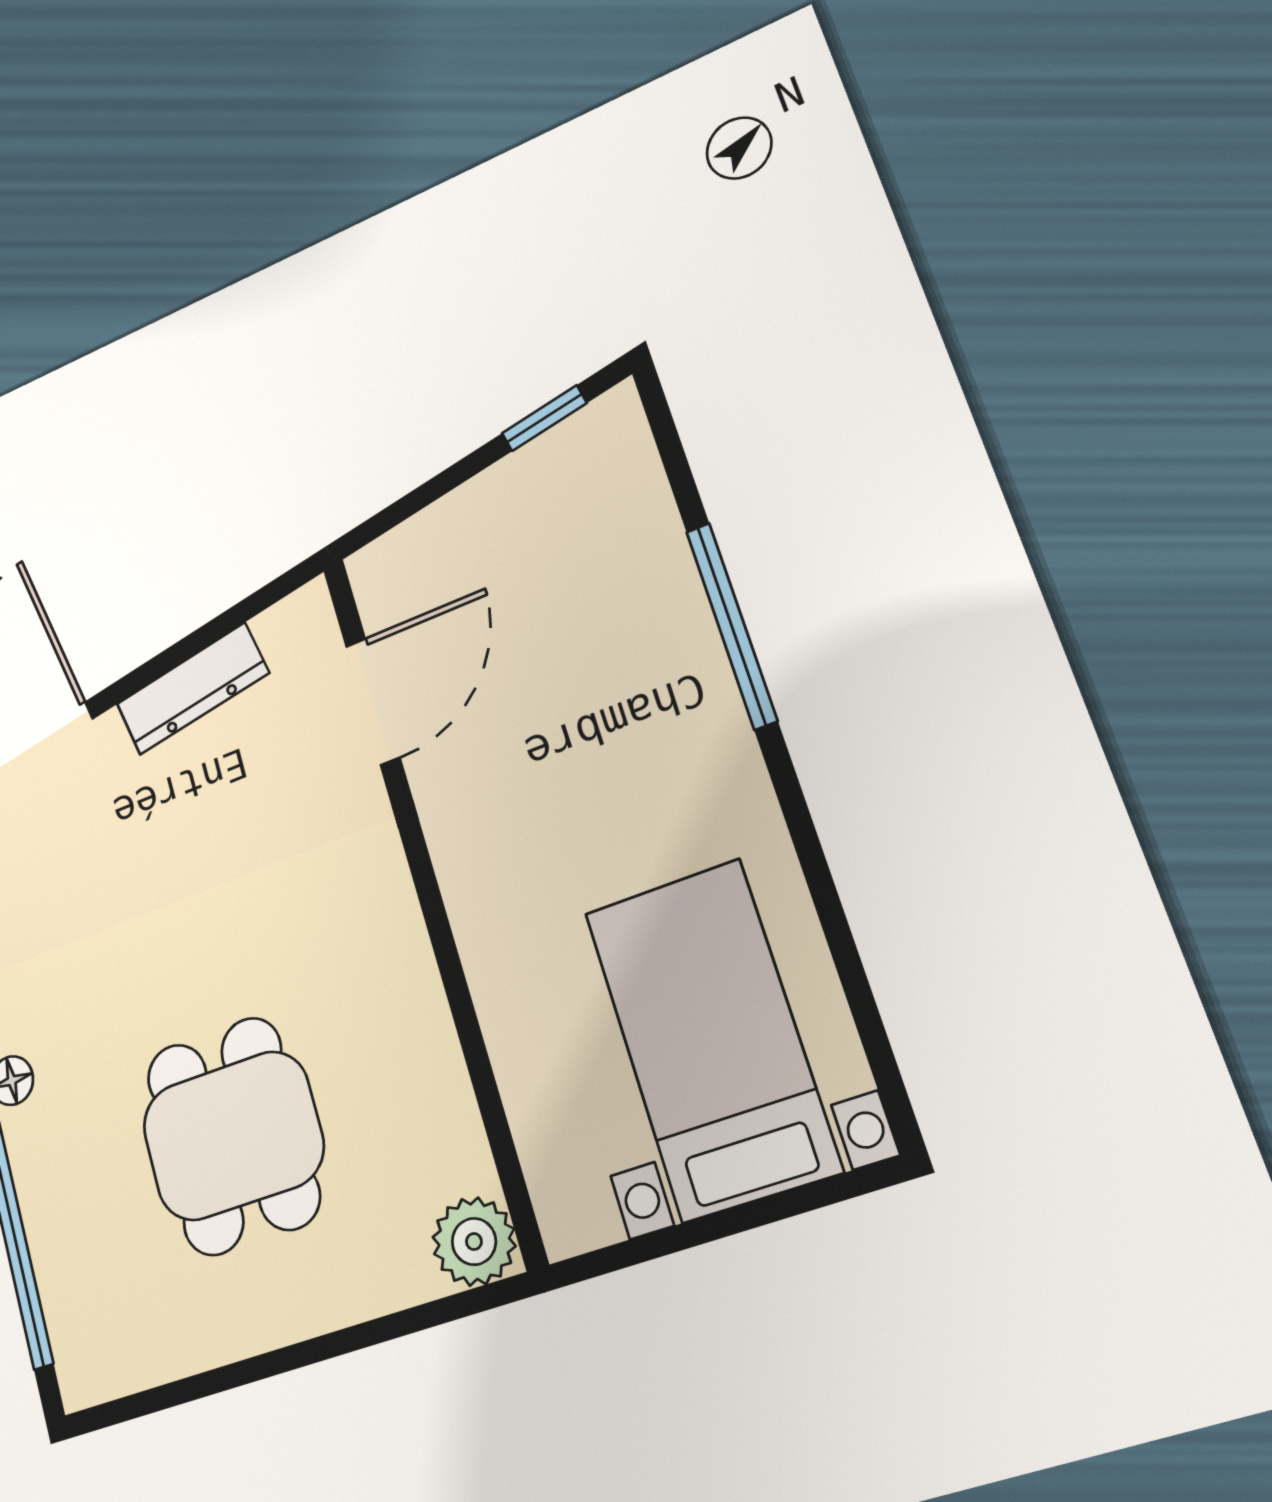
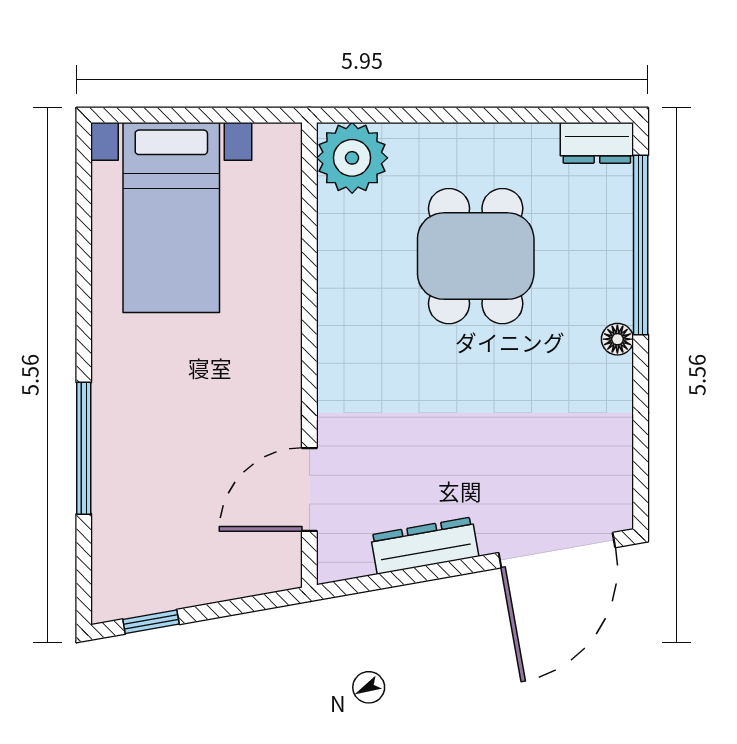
plant: (474, 1242) -> (352, 158), width x1.36, depth x1.36
dresser: (107, 1368) -> (597, 143), added

